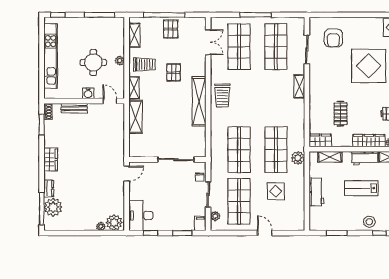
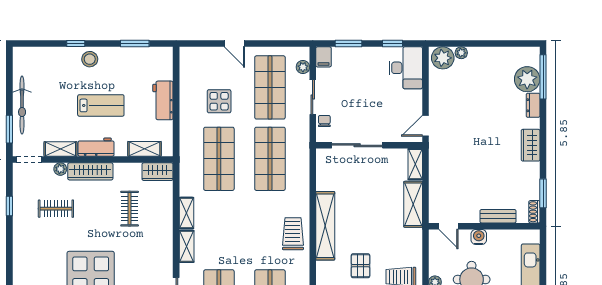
shelving: (134, 88) -> (415, 164), moved
shelving: (299, 110) -> (186, 213), added
plant: (298, 158) -> (189, 147), removed

